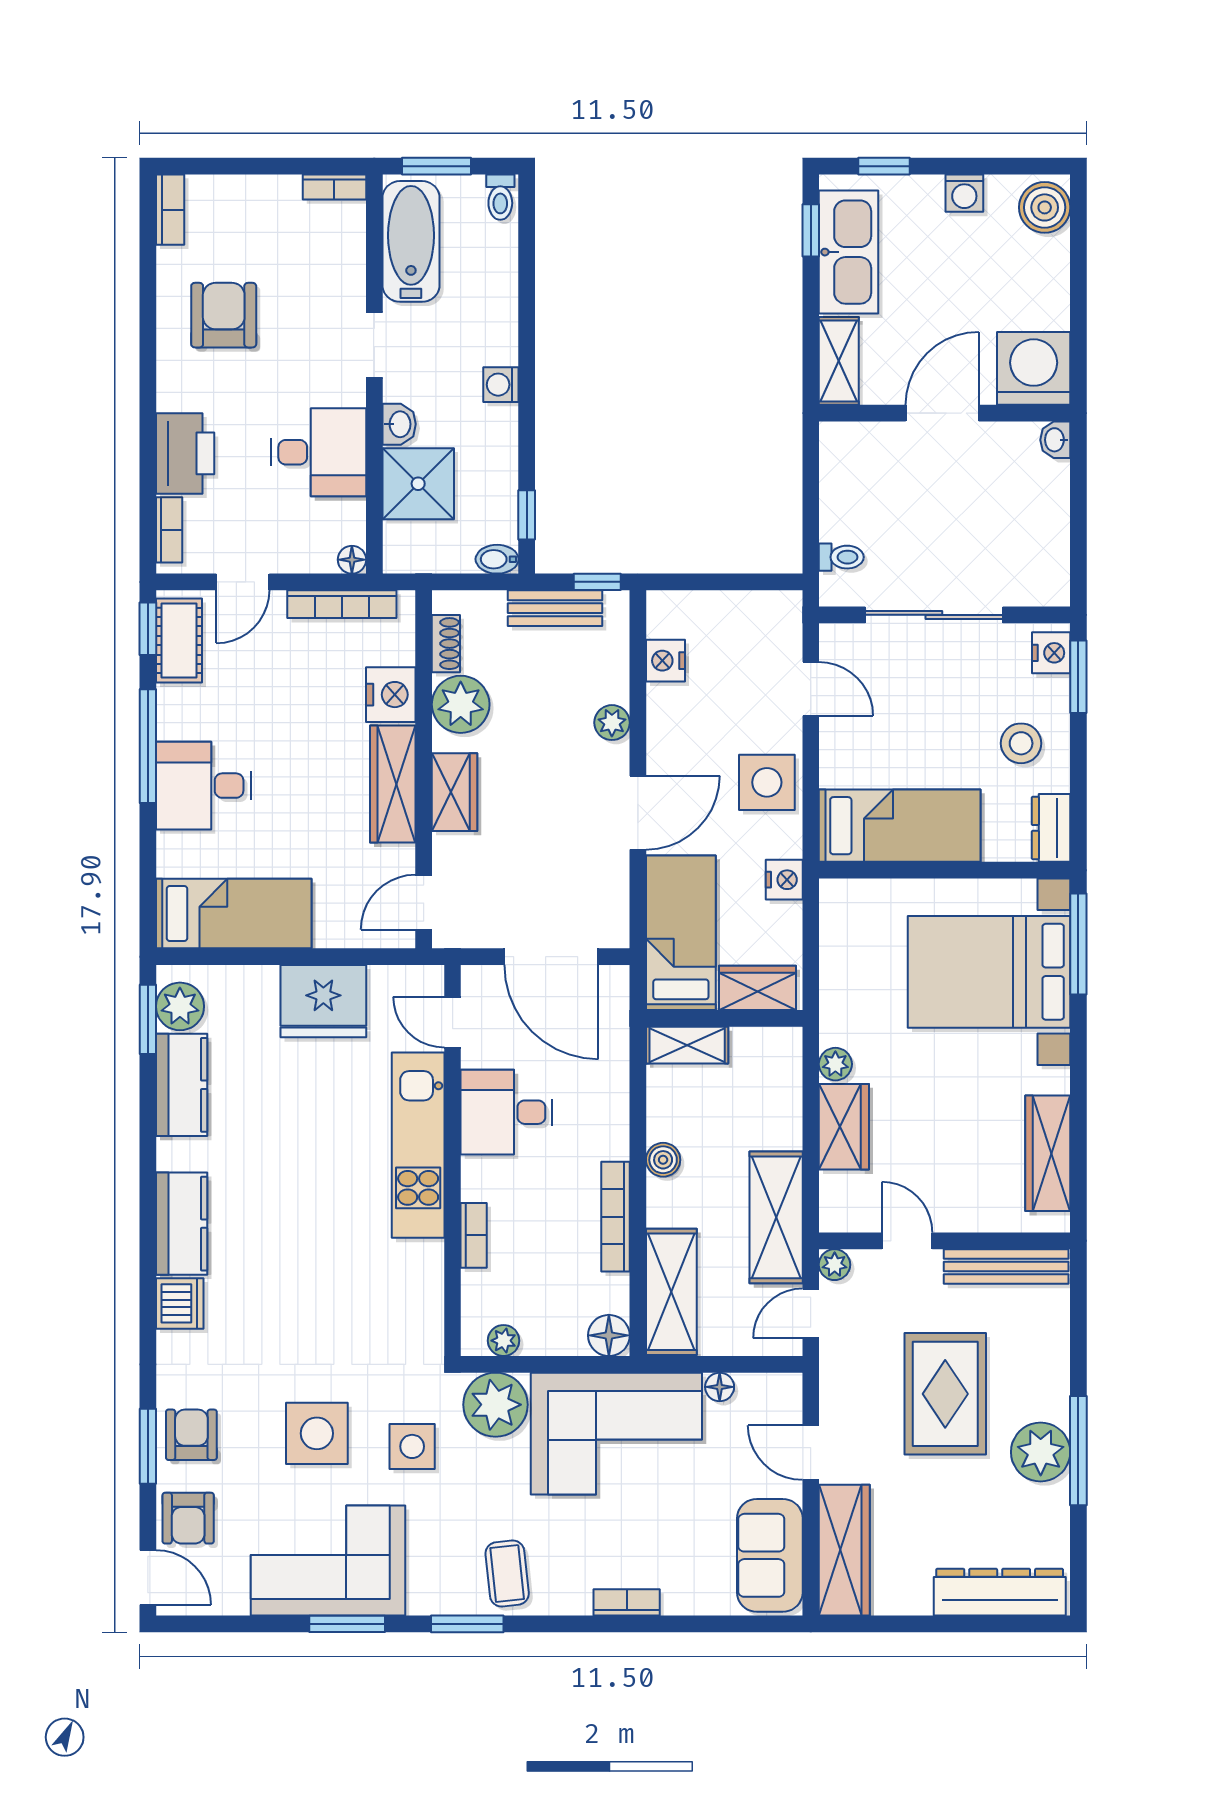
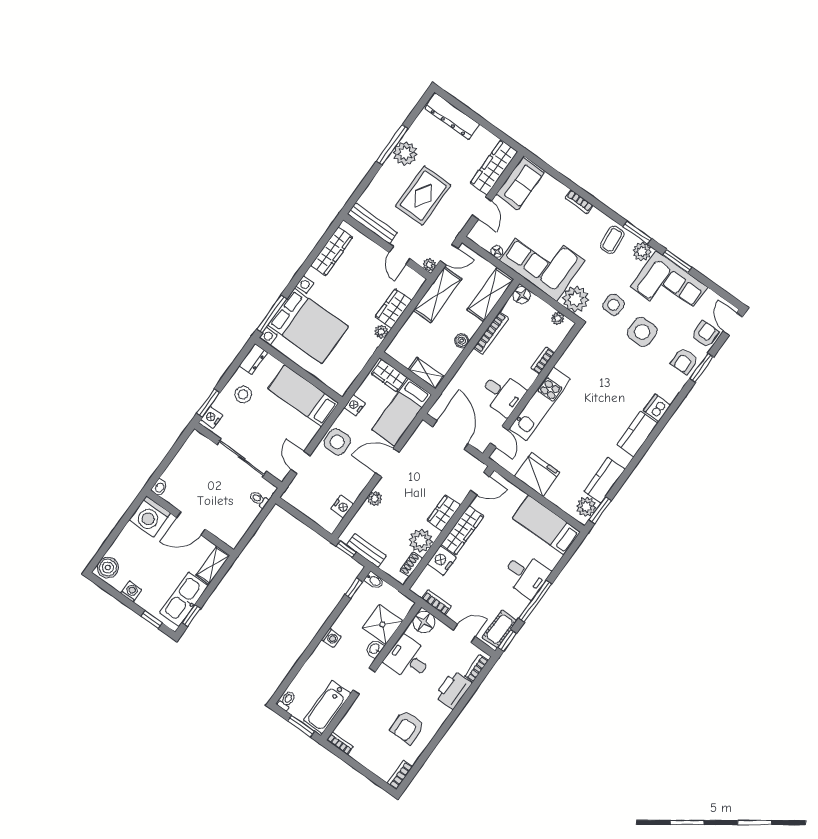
floor lamp: (352, 560) -> (424, 622), width x1.89, depth x1.89
bookcase: (342, 604) -> (437, 602), width x0.64
plant: (431, 1593) -> (642, 251), added

